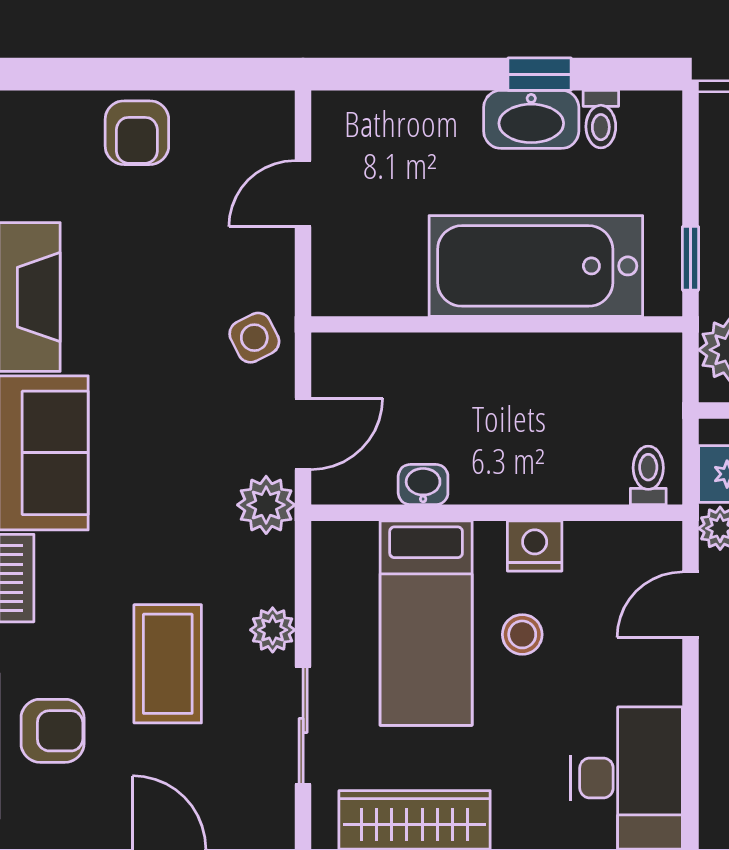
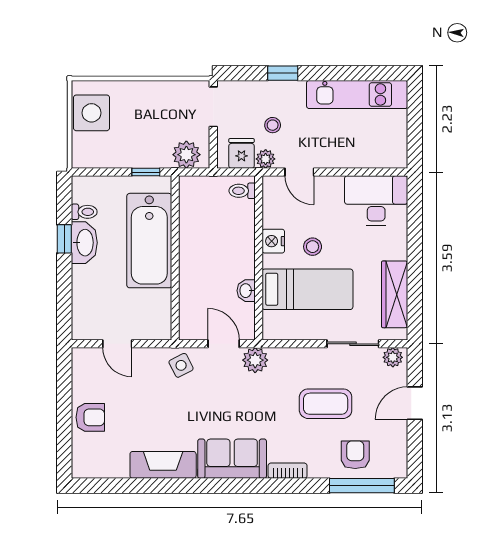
plant: (273, 630) -> (393, 357), moved

